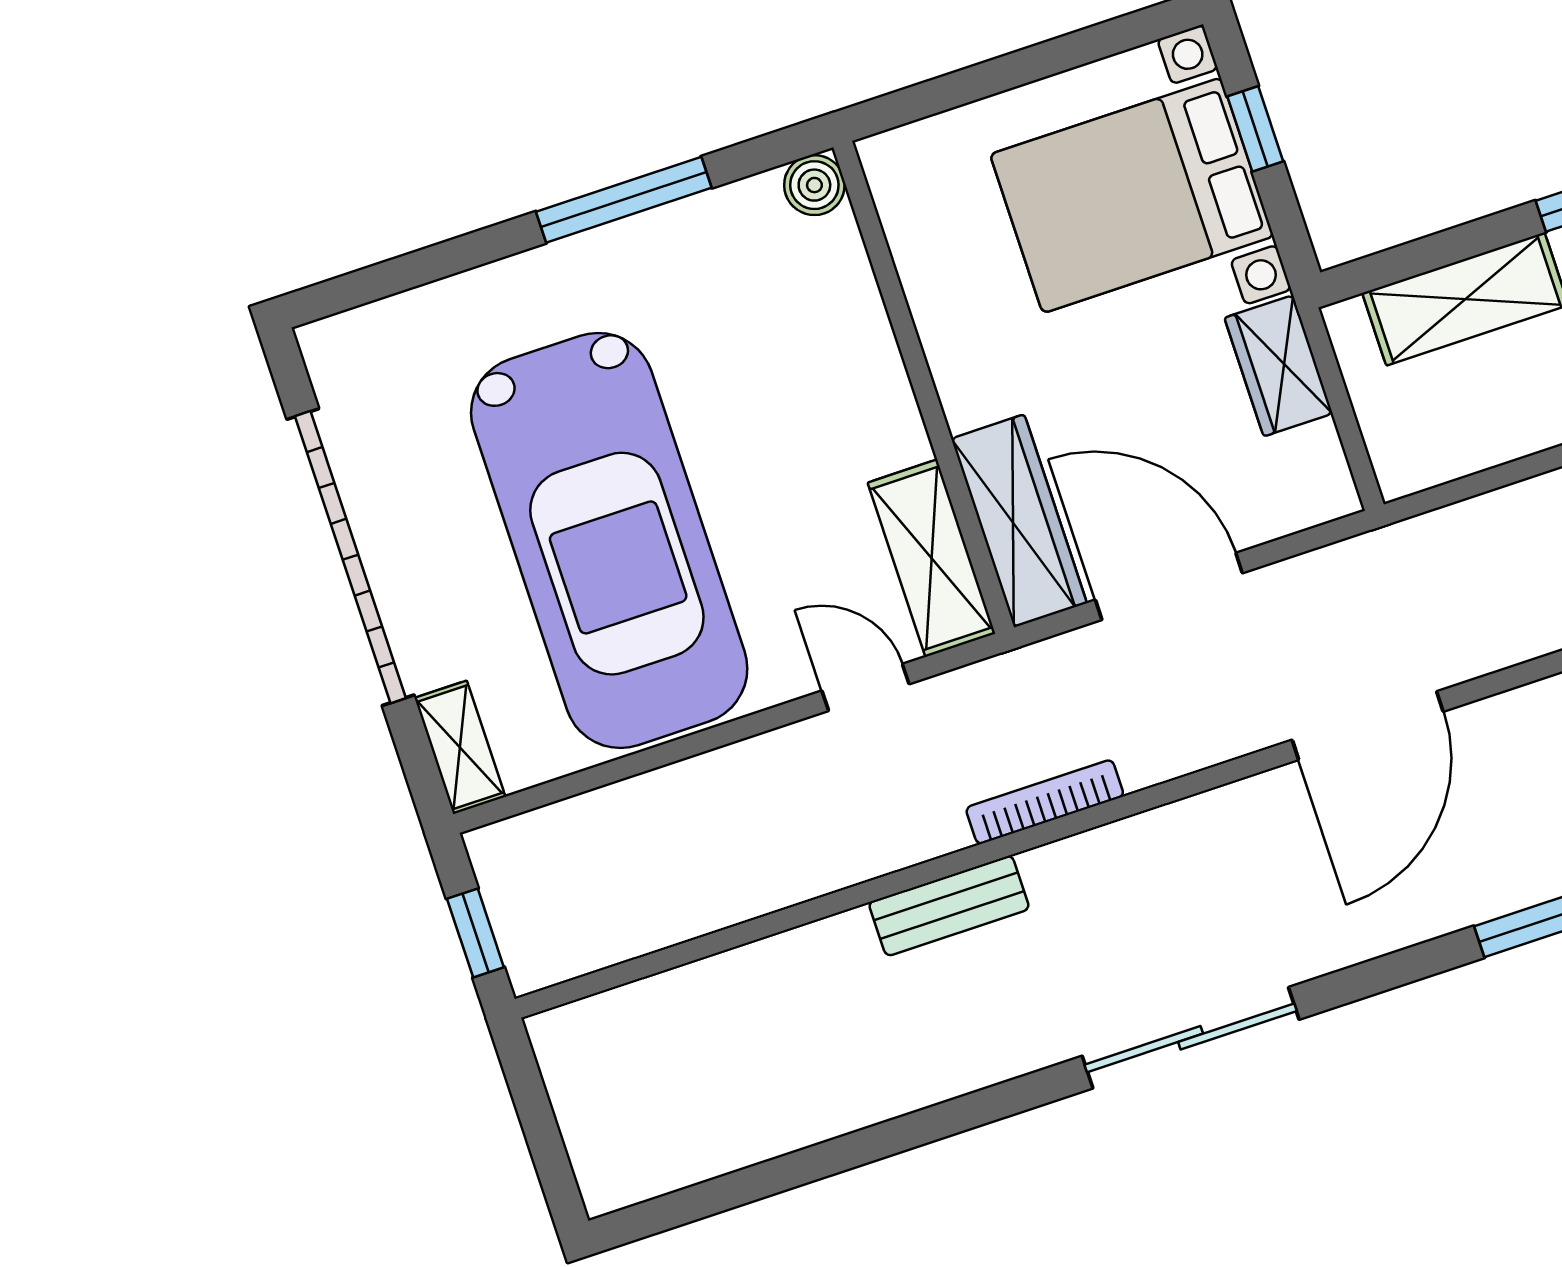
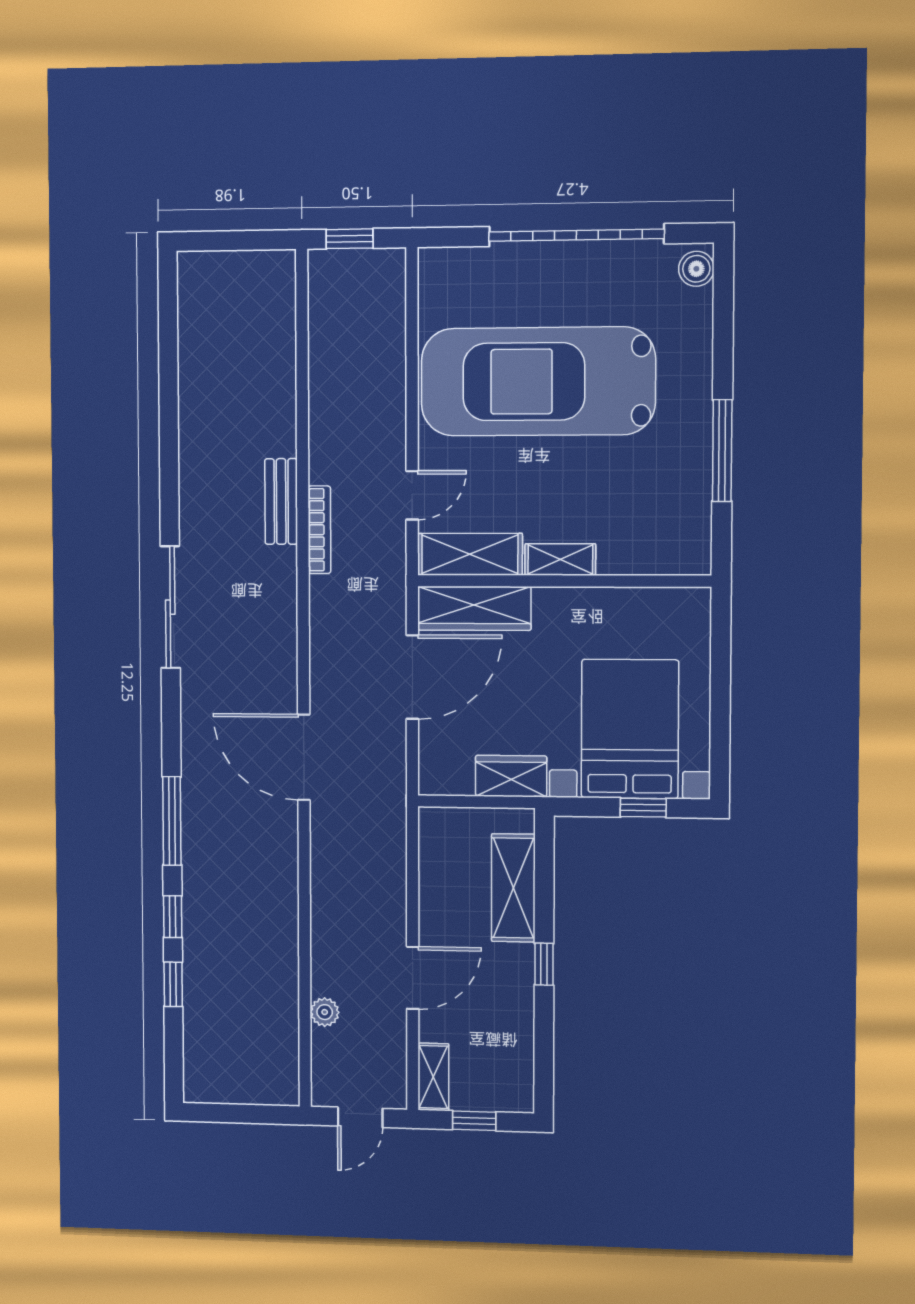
boiler: (814, 185) -> (696, 269), moved
shelving: (460, 747) -> (560, 560), moved
bookcase: (1045, 802) -> (319, 530), moved

